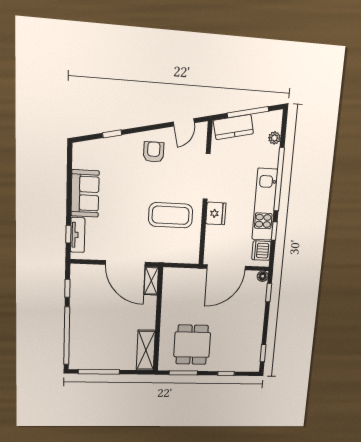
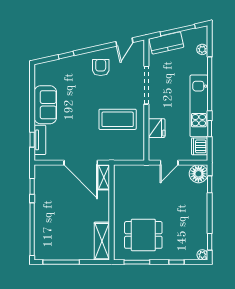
fridge: (216, 213) -> (157, 128), moved
door: (226, 267) -> (169, 163), width x0.53
floor lamp: (263, 276) -> (198, 174), width x1.89, depth x1.89
dining table: (192, 345) -> (143, 235), turned 90
plant: (254, 366) -> (202, 255), added

